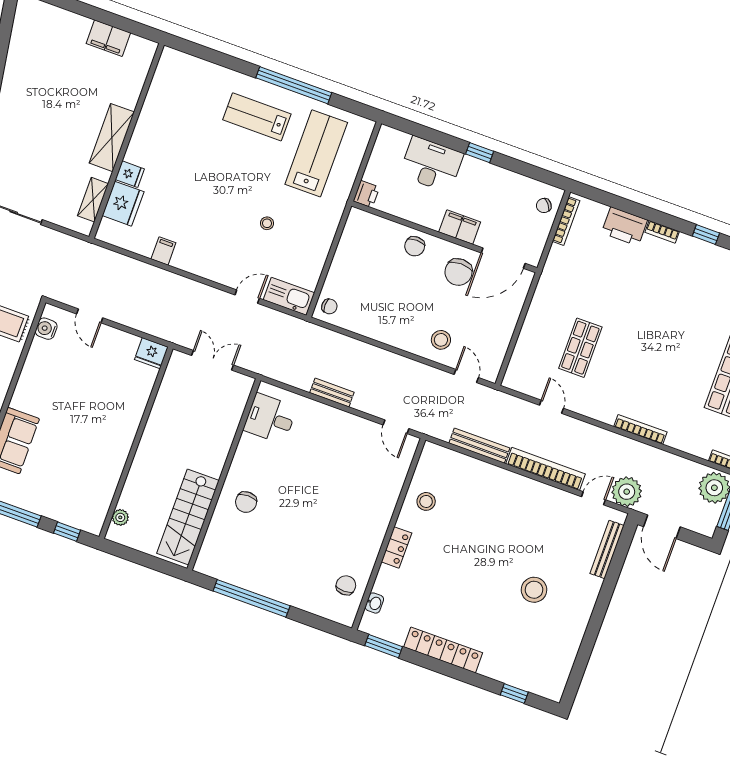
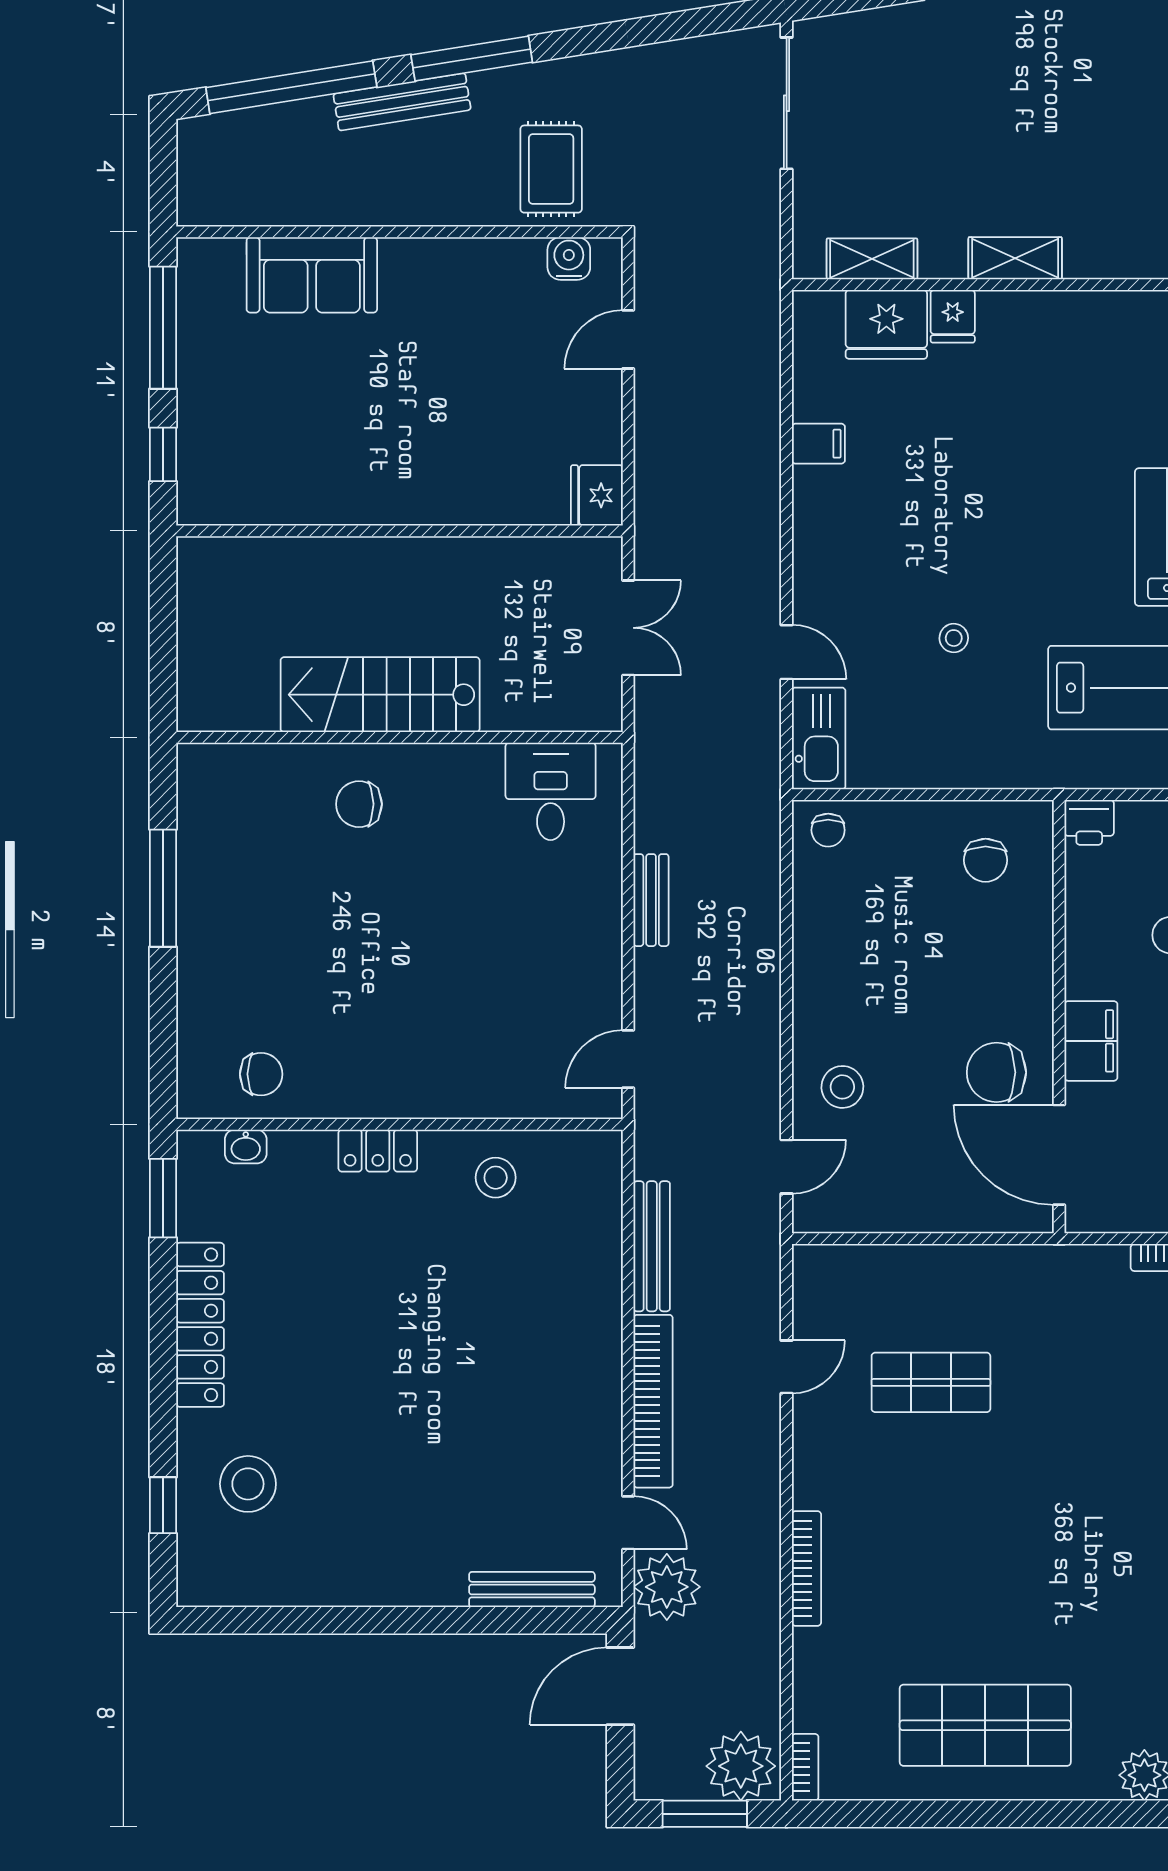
shelving: (112, 138) -> (1015, 258), width x0.67, depth x0.75
chair: (415, 246) -> (986, 860), moved, turned -90
plant: (120, 517) -> (232, 554), removed
stairs: (188, 517) -> (380, 695), moved
stool: (534, 590) -> (248, 1484), moved
window: (252, 598) -> (163, 888), width x0.68

